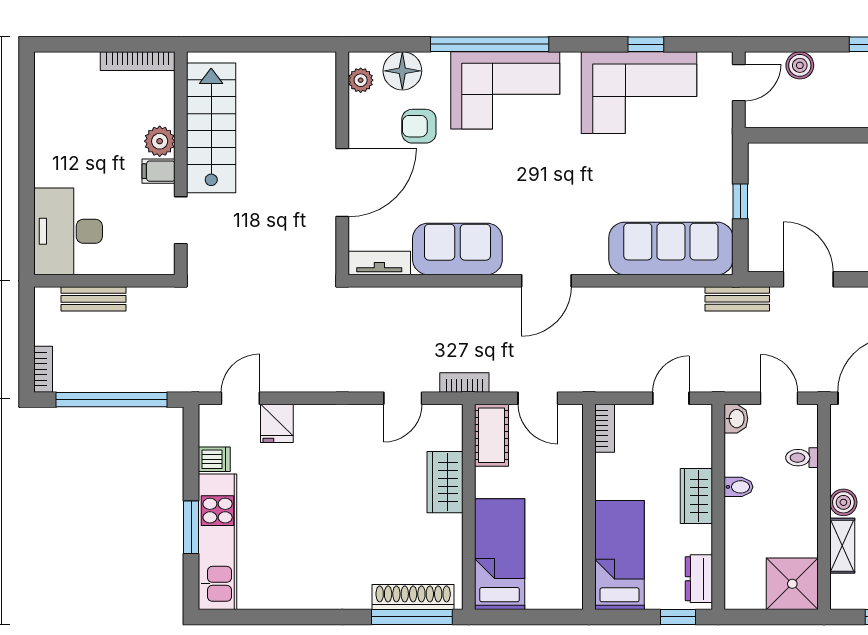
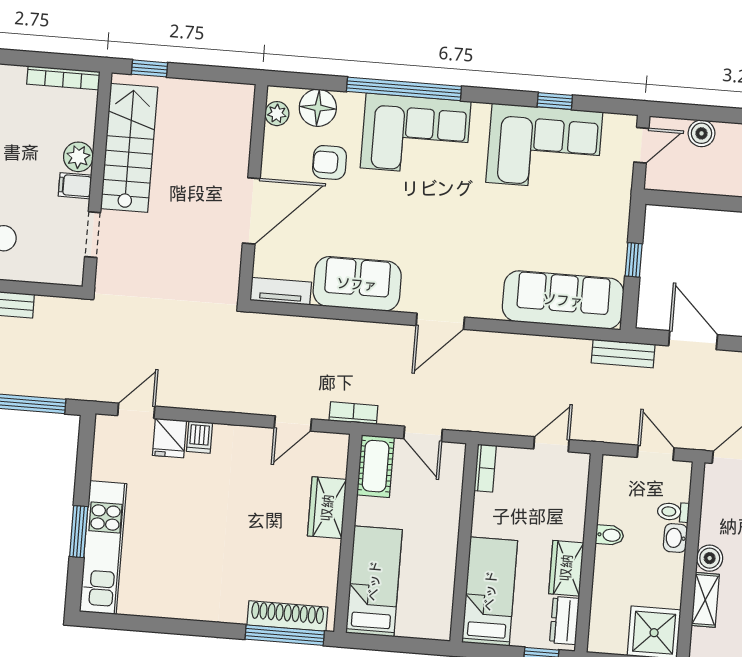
window: (226, 44) -> (150, 68), added
washbasin: (736, 419) -> (675, 538), moved, turned 180
dishwasher: (214, 459) -> (200, 437), moved, turned 90
wardrobe: (696, 496) -> (566, 568), moved

